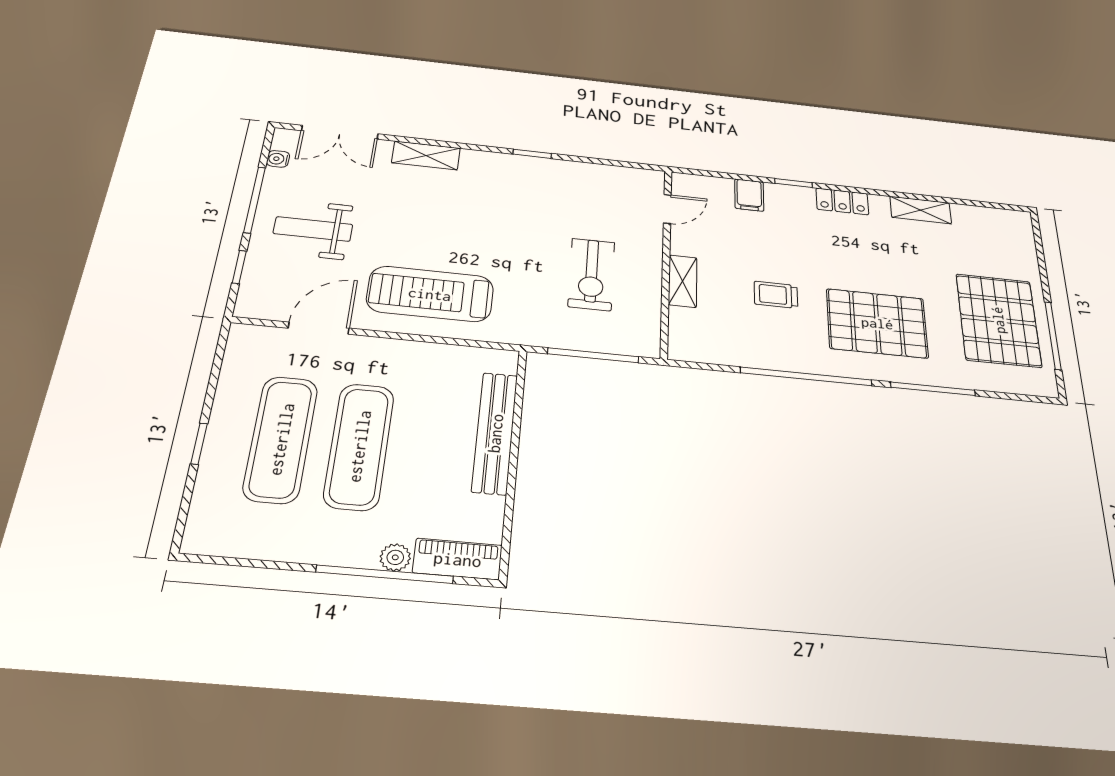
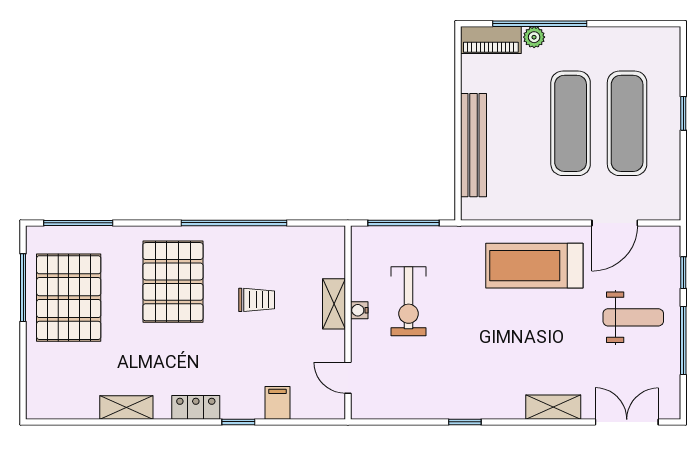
water cooler: (278, 159) -> (359, 310), moved, turned 180
door: (667, 209) -> (348, 378), hinge flipped
exercise bike: (591, 274) -> (409, 301), turned 180
treadmill: (430, 294) -> (534, 266), turned 180
pallet: (877, 323) -> (173, 282), turned 90
window: (933, 389) -> (78, 223), moved

